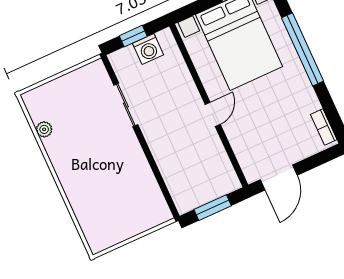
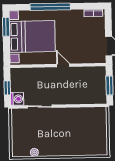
washing machine: (148, 49) -> (17, 99), moved

